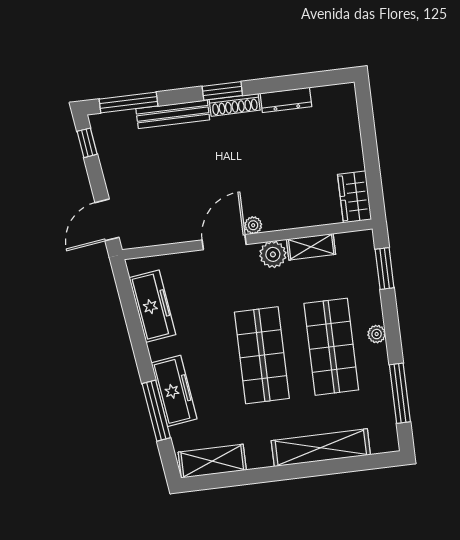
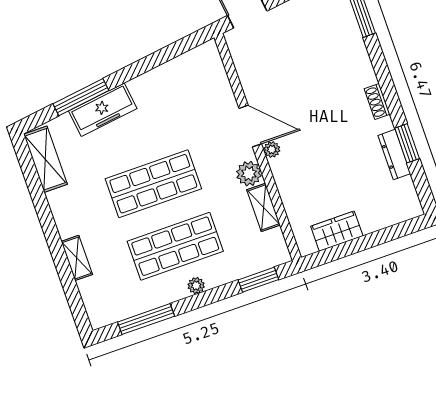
window: (222, 91) -> (407, 143), moved
shoe rack: (235, 105) -> (377, 101), width x0.70
bench: (173, 114) -> (358, 53), removed
wardrobe: (355, 197) -> (337, 231), moved
freezer: (152, 306) -> (177, 73), removed
shelving: (321, 448) -> (77, 258), width x0.45, depth x0.75

